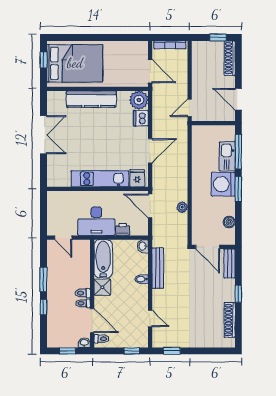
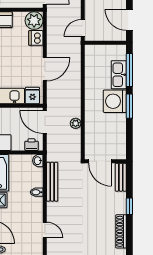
boiler: (229, 222) -> (121, 137), removed
printer: (123, 229) -> (32, 145), moved

